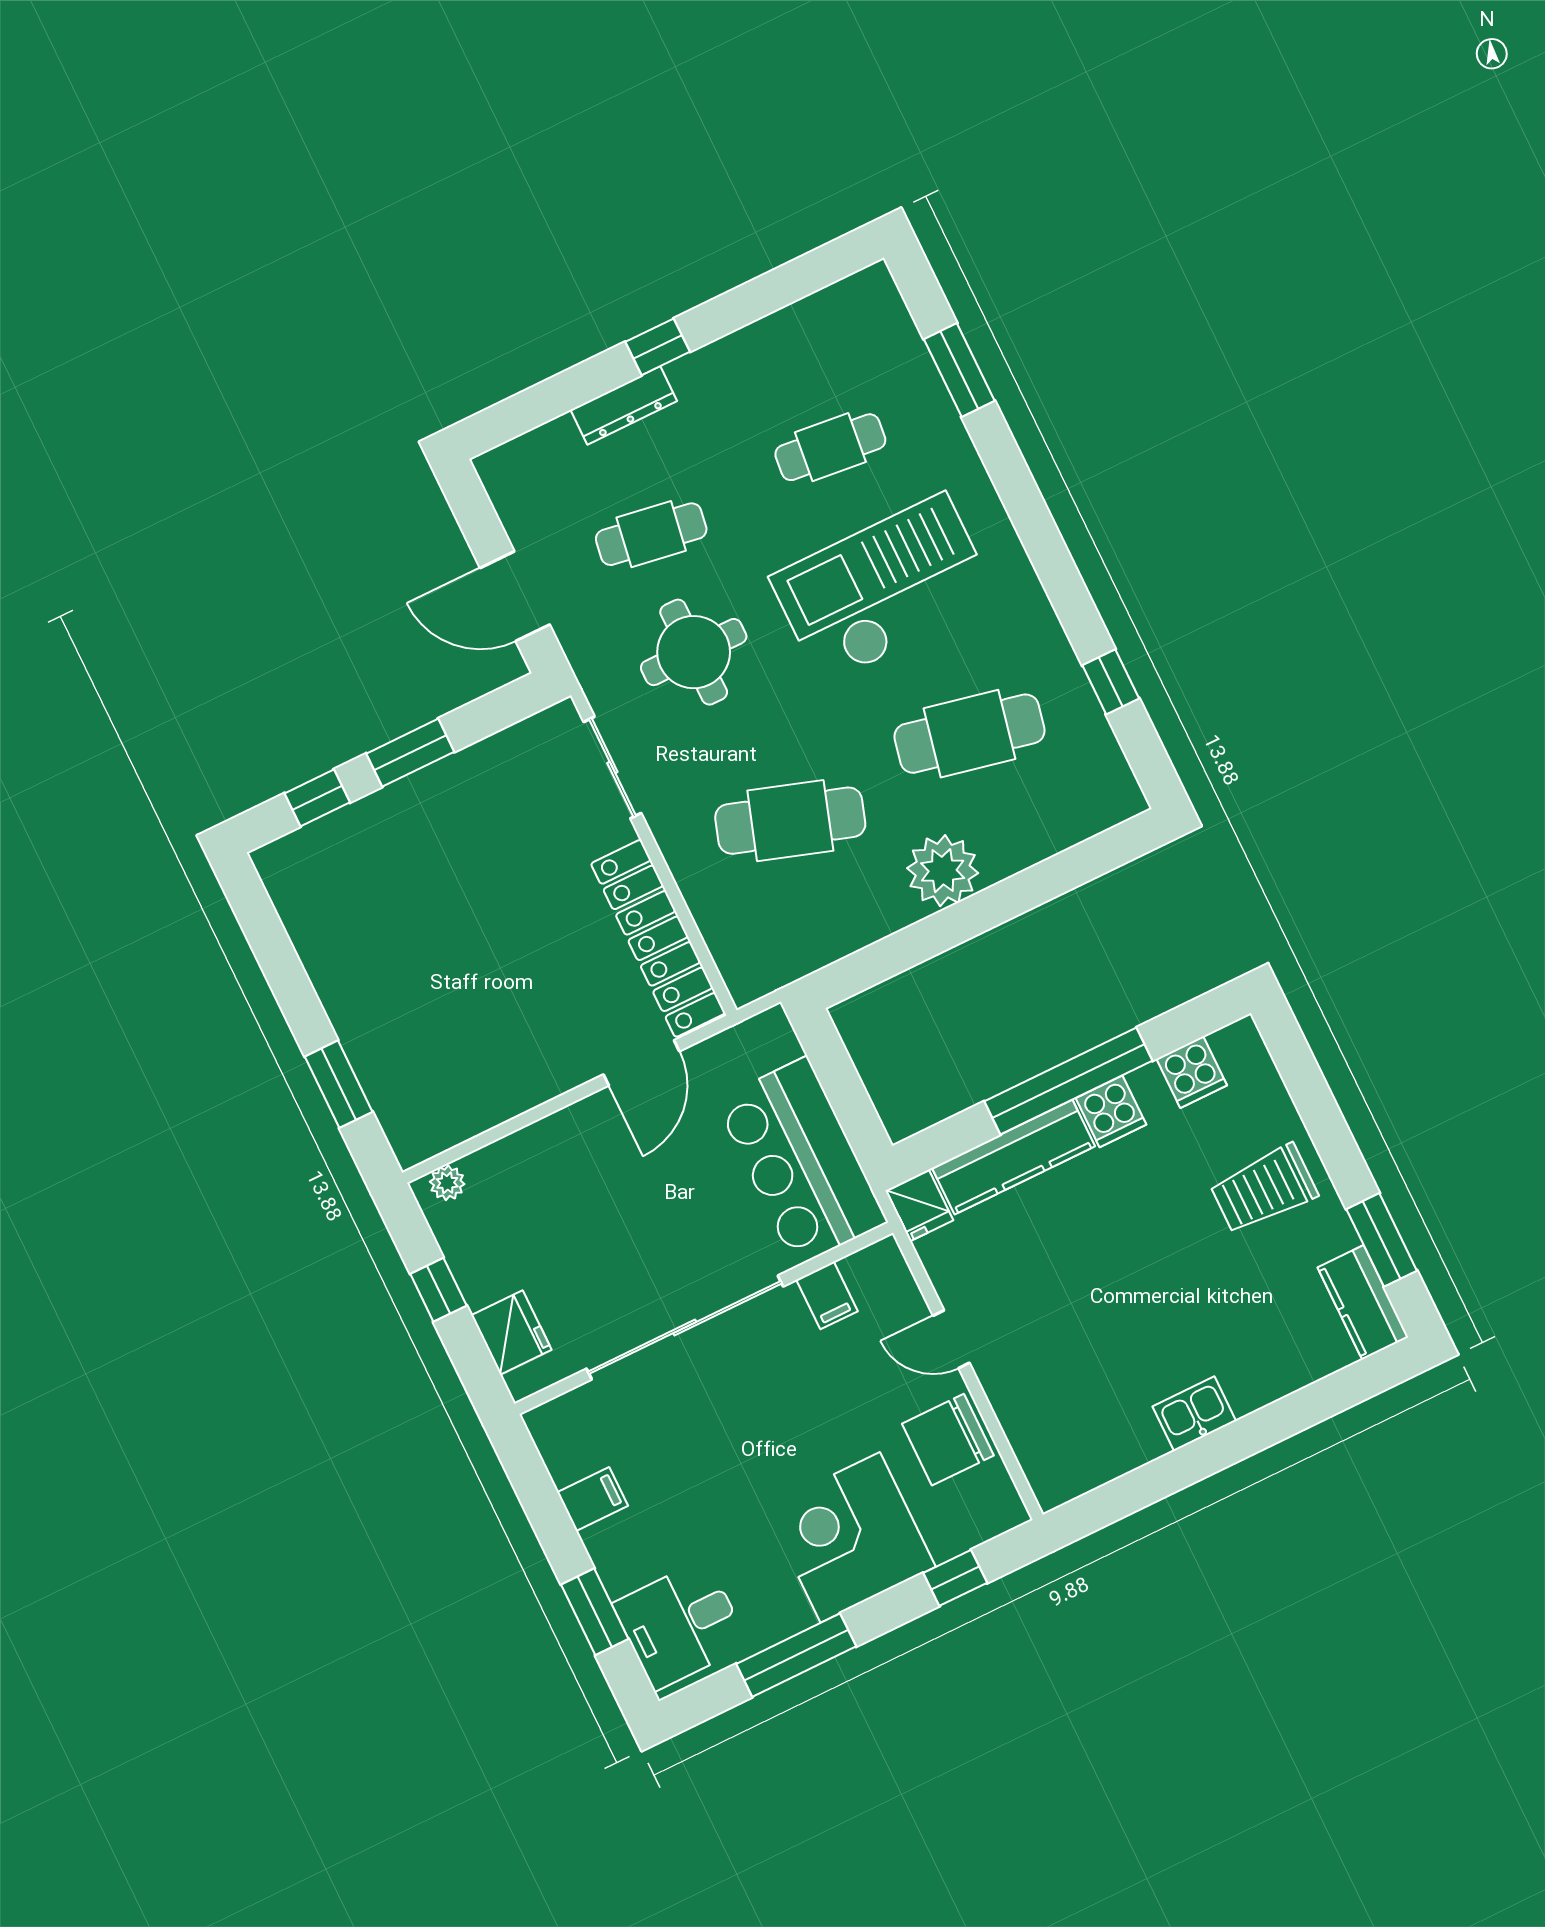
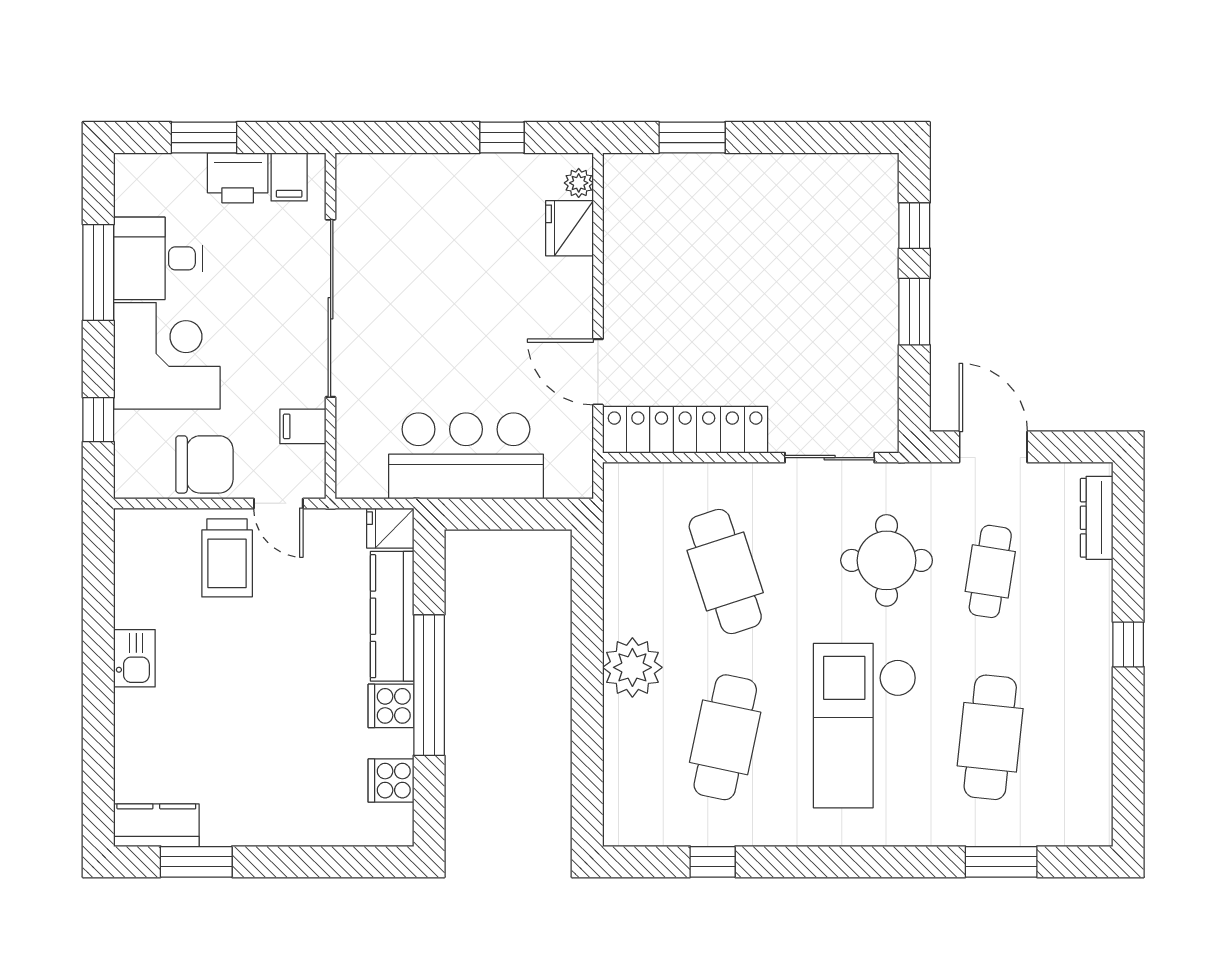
dresser: (624, 405) -> (1097, 518), moved
cafe table: (830, 447) -> (990, 737), width x1.37, depth x1.35
checkout: (884, 589) -> (865, 726), turned 180
door: (515, 596) -> (993, 447), hinge flipped
cafe table: (790, 821) -> (725, 571), turned -36
trolley: (1264, 1189) -> (227, 558), moved, turned 180
filing cabinet: (827, 1295) -> (303, 426), moved
wall: (704, 1318) -> (331, 326), moved
sliding door: (685, 1328) -> (331, 308), moved
fridge: (511, 1332) -> (570, 228), moved, turned 90
door: (951, 1339) -> (278, 503), swing flipped
chair: (948, 1440) -> (204, 464), turned 90
printer: (621, 1554) -> (238, 178), added
desk: (681, 1624) -> (158, 258), moved, turned -90

